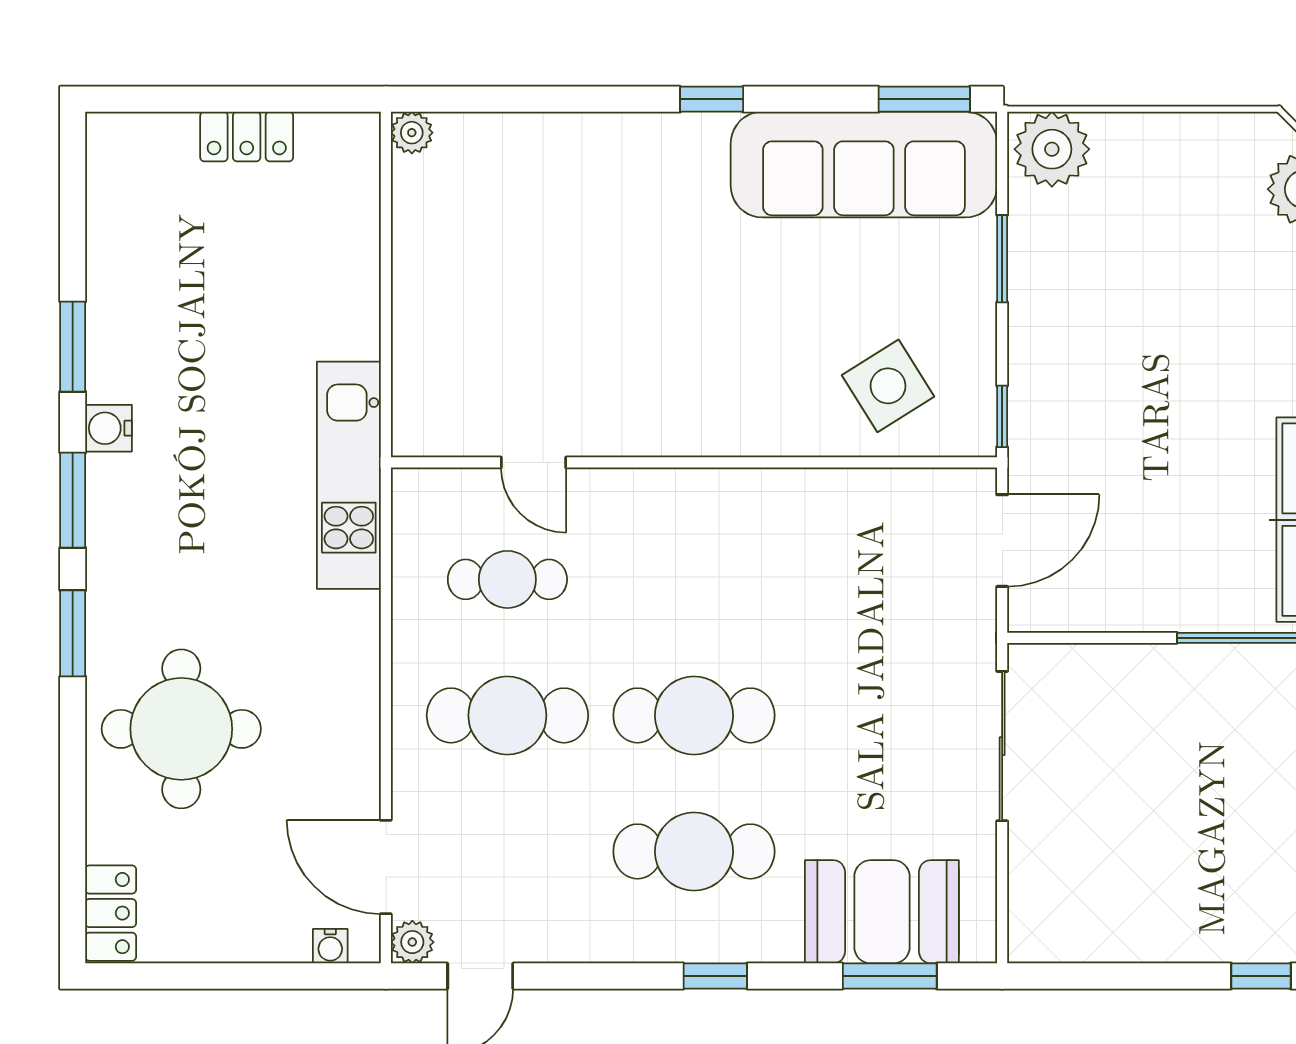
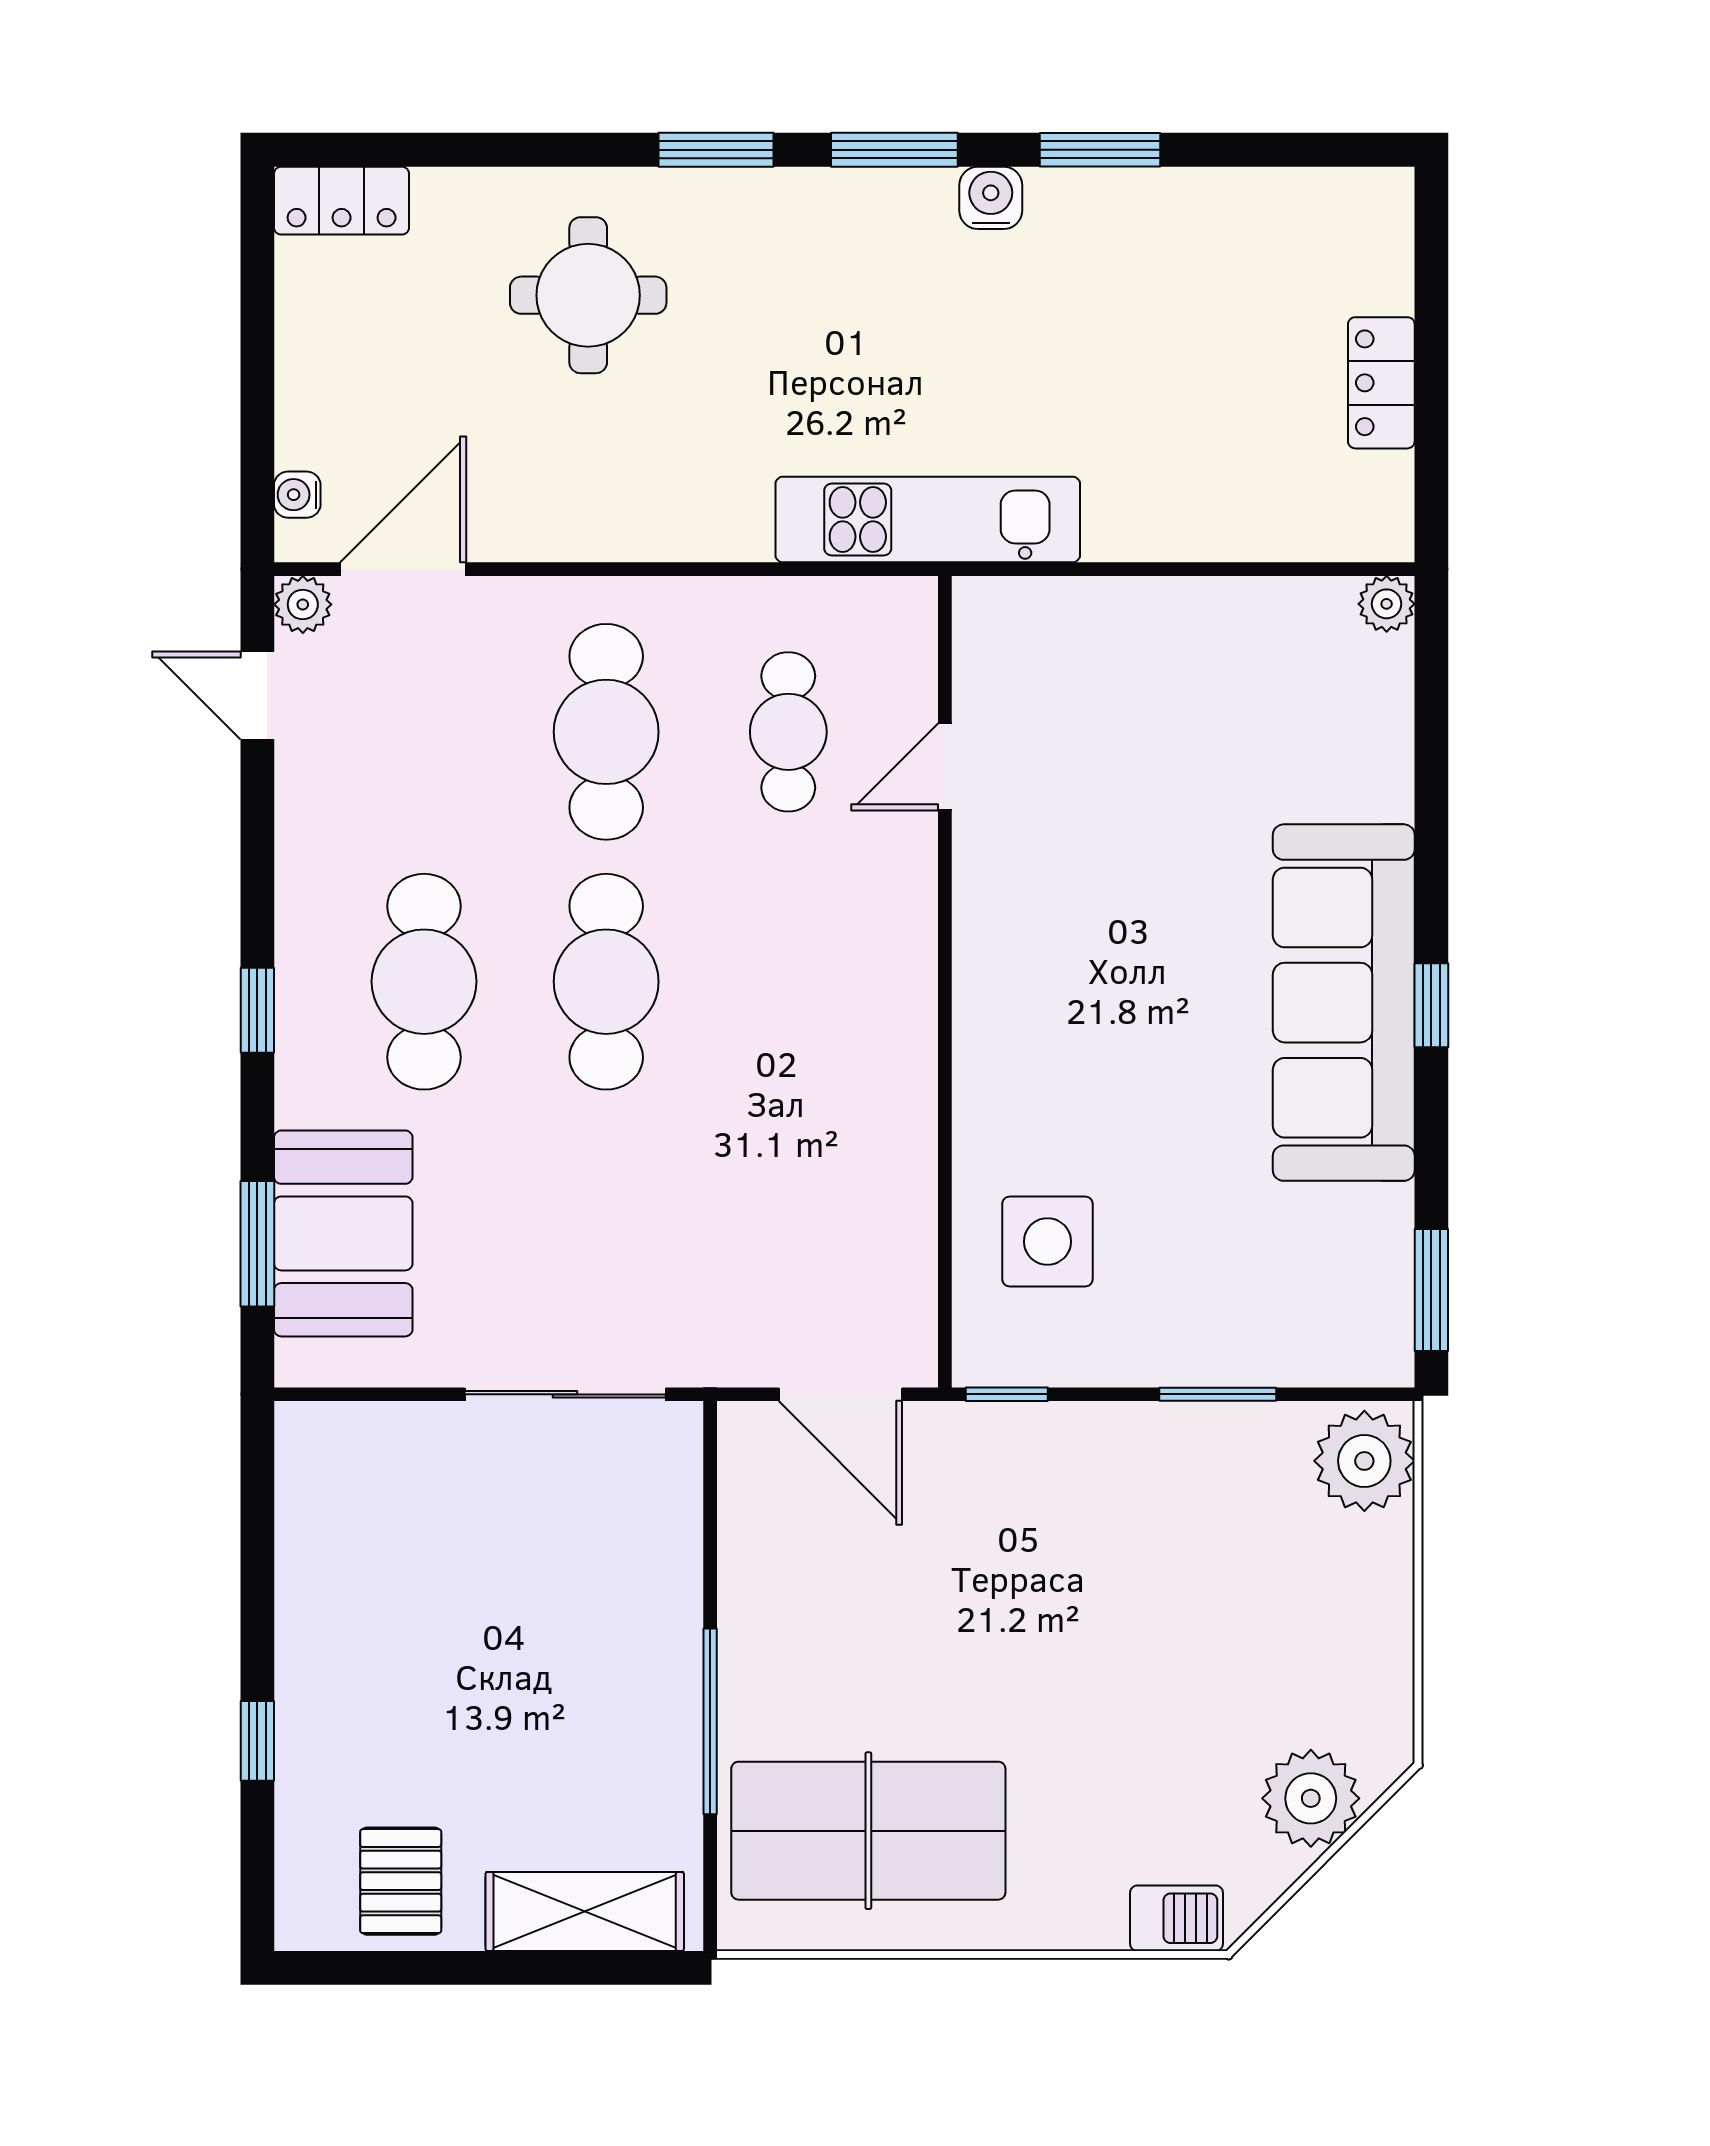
sofa: (864, 165) -> (1344, 1003), moved
side table: (888, 386) -> (1047, 1242), turned 32
round table: (181, 729) -> (588, 295), width x0.73, depth x0.73

